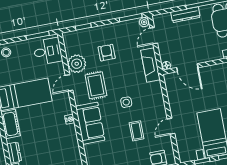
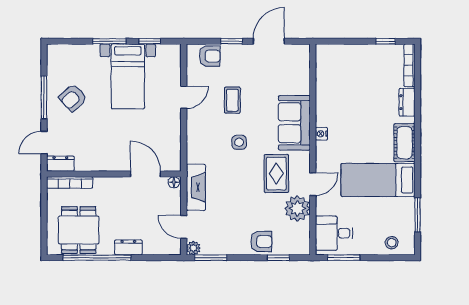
dresser: (185, 15) -> (128, 247), width x0.70
door: (154, 36) -> (184, 227), swing flipped
armchair: (107, 53) -> (261, 242), moved, turned -90

